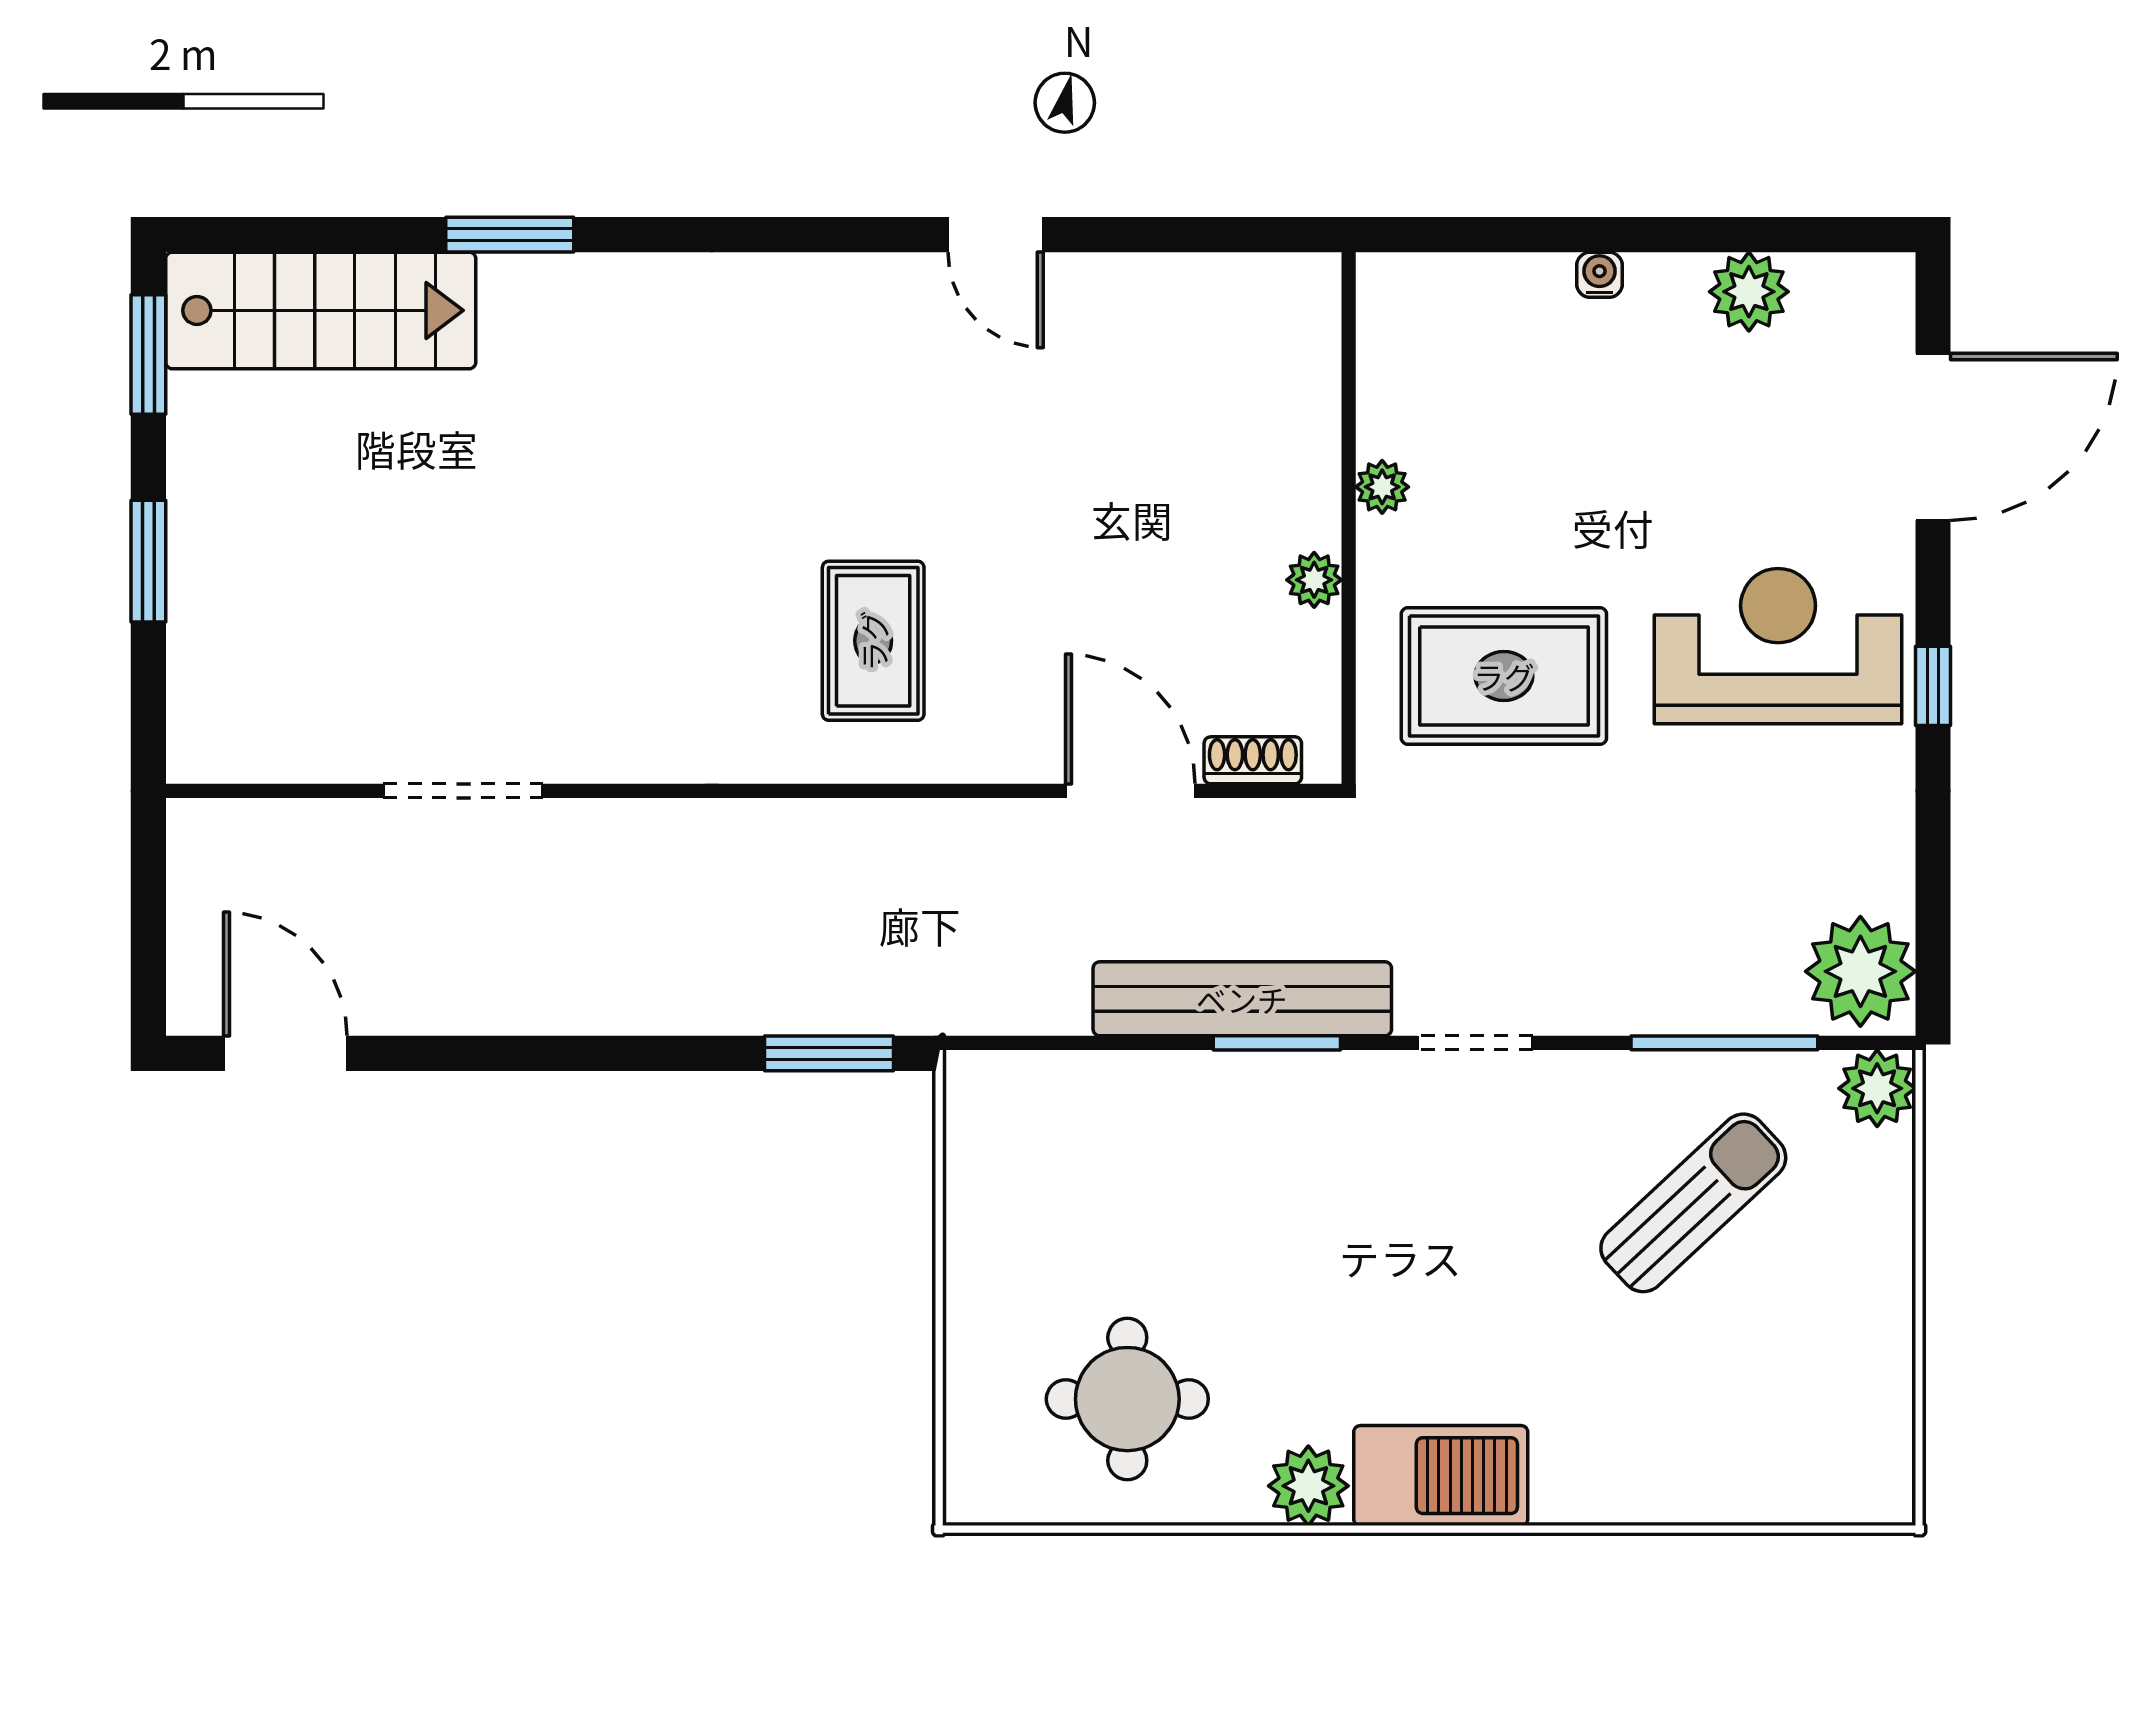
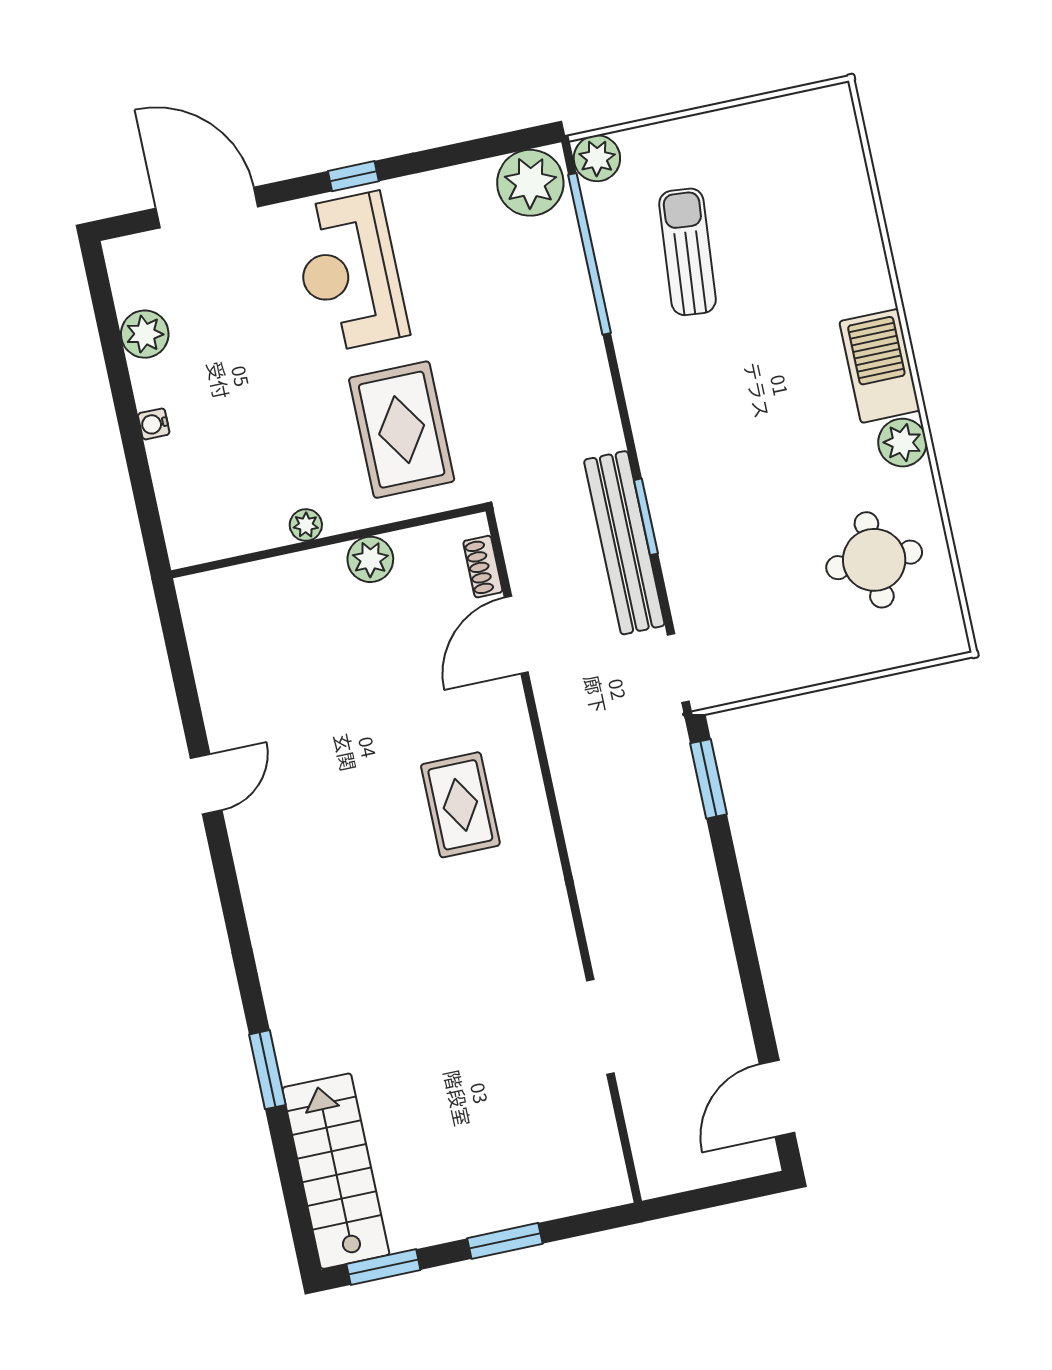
plant: (1314, 580) -> (370, 559), width x1.38, depth x1.38
rug: (873, 641) -> (460, 805), turned 90
doorway: (1475, 1043) -> (678, 668), moved
window: (1724, 1043) -> (590, 254), width x1.46
sun lounger: (1693, 1203) -> (687, 252), turned 48

